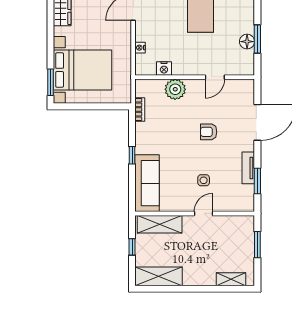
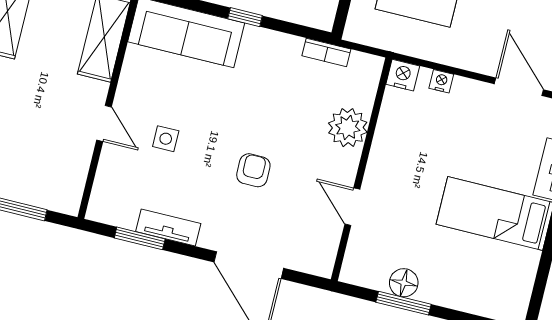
nightstand: (164, 69) -> (403, 75), moved, turned 90

